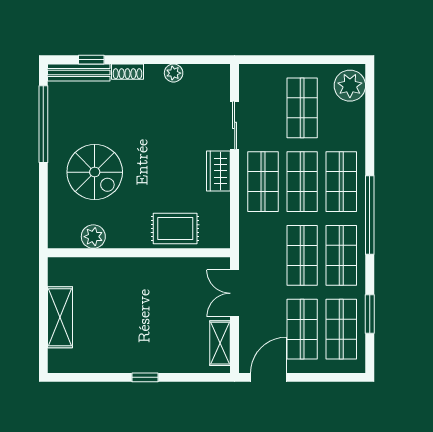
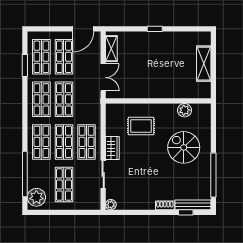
plant: (174, 73) -> (111, 205), moved
window: (370, 215) -> (25, 174), moved
rug: (175, 228) -> (141, 126), moved

